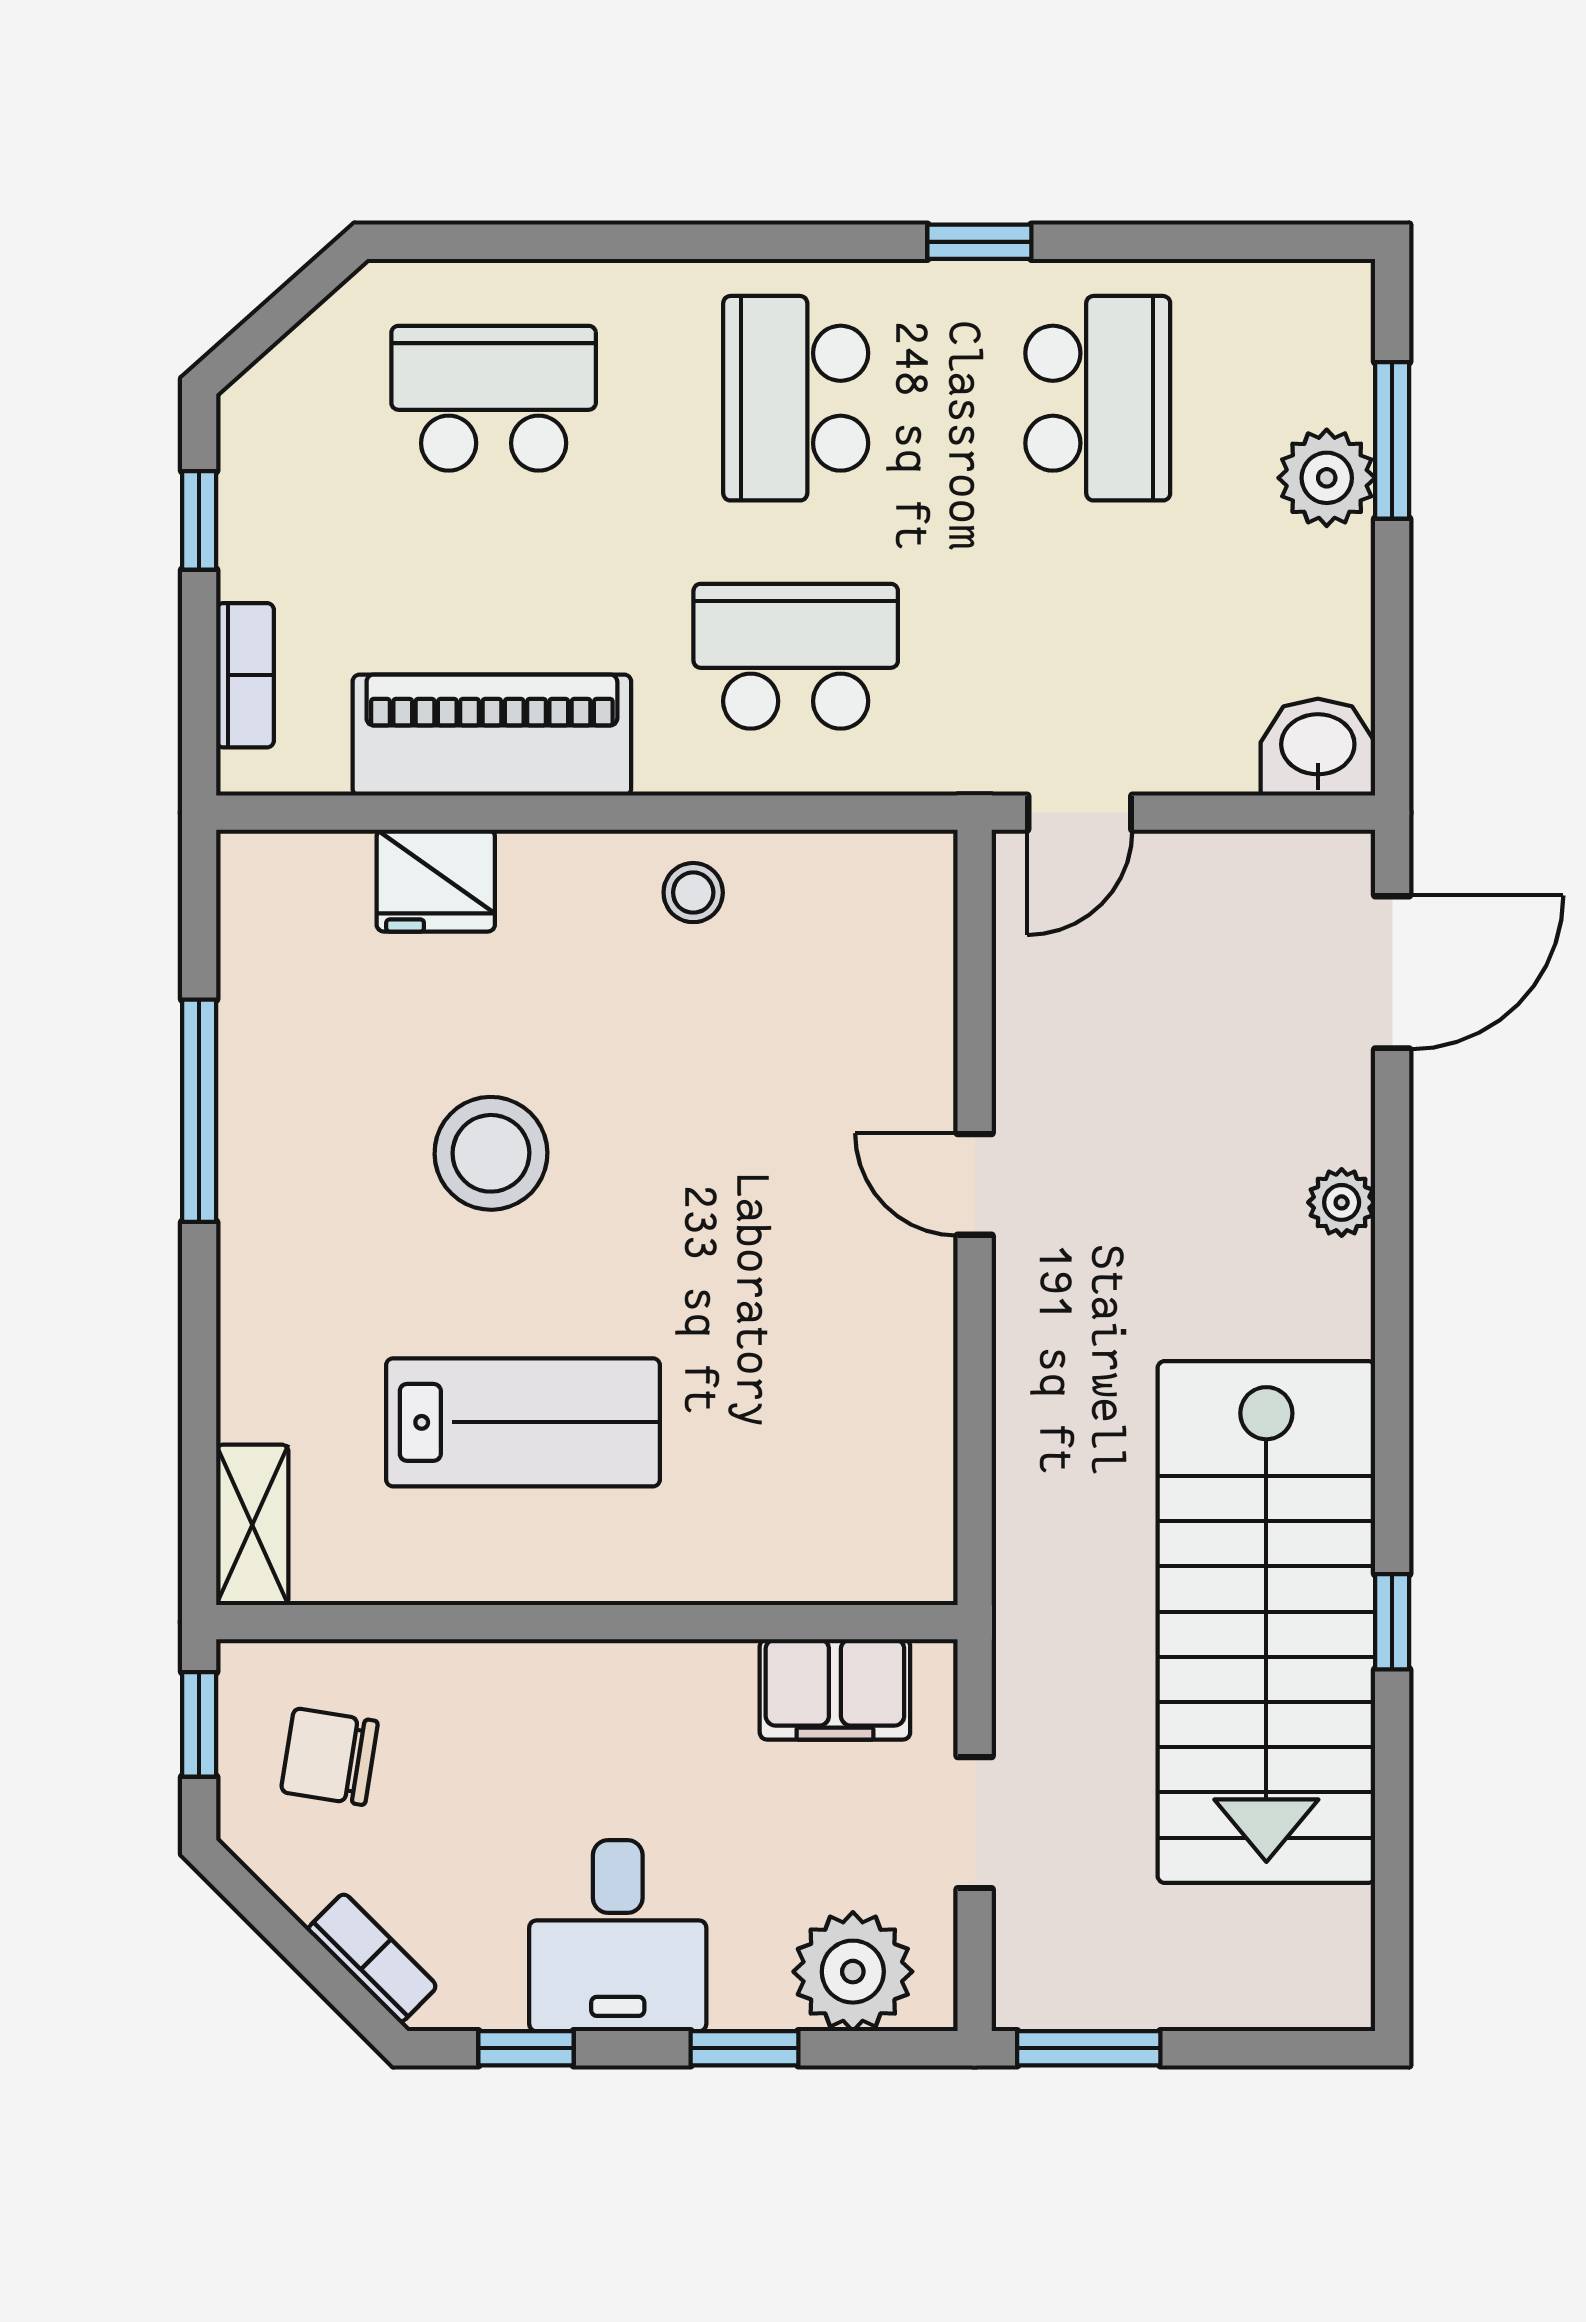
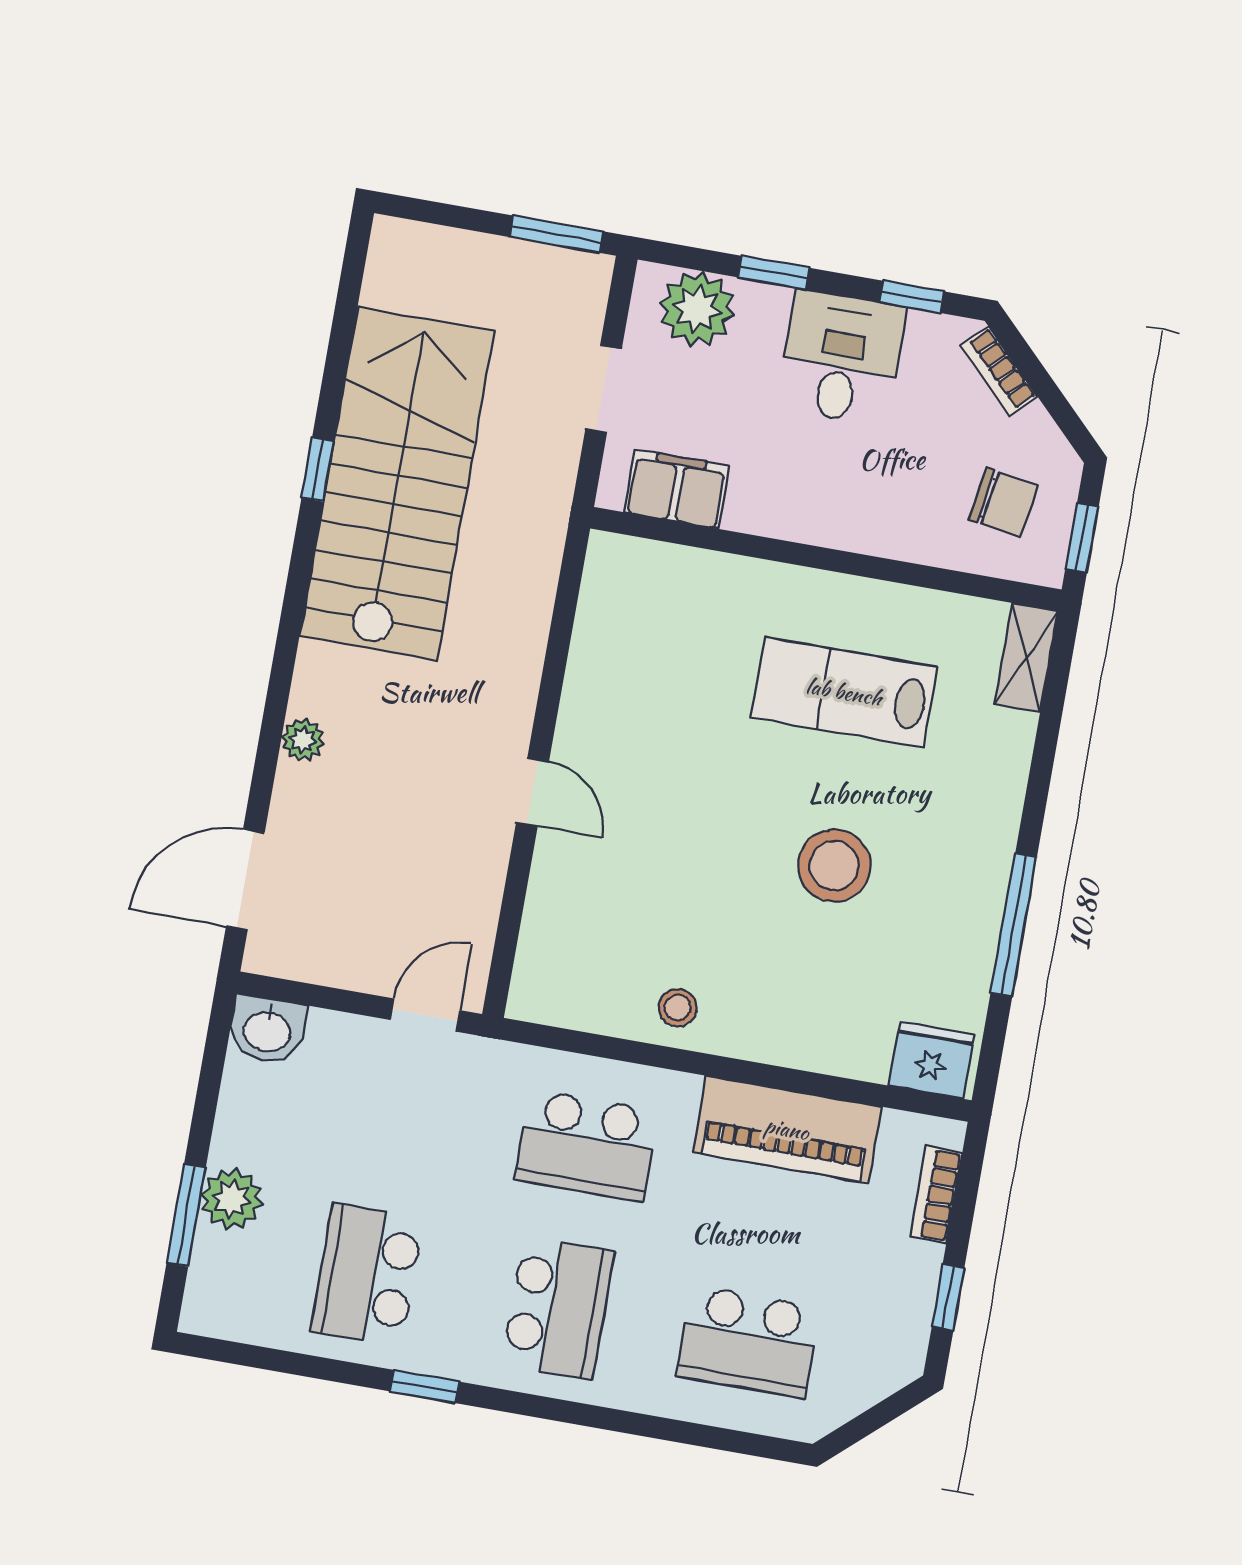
fridge: (436, 881) -> (931, 1060), moved

